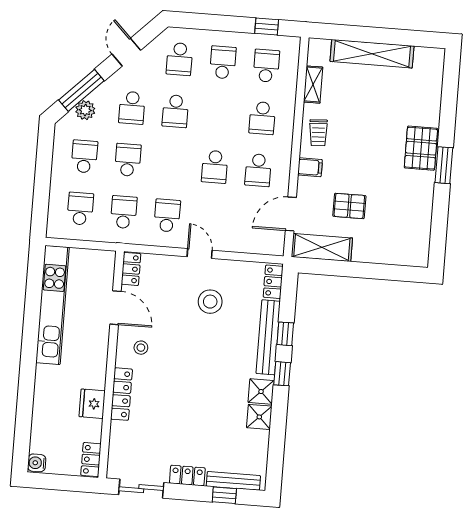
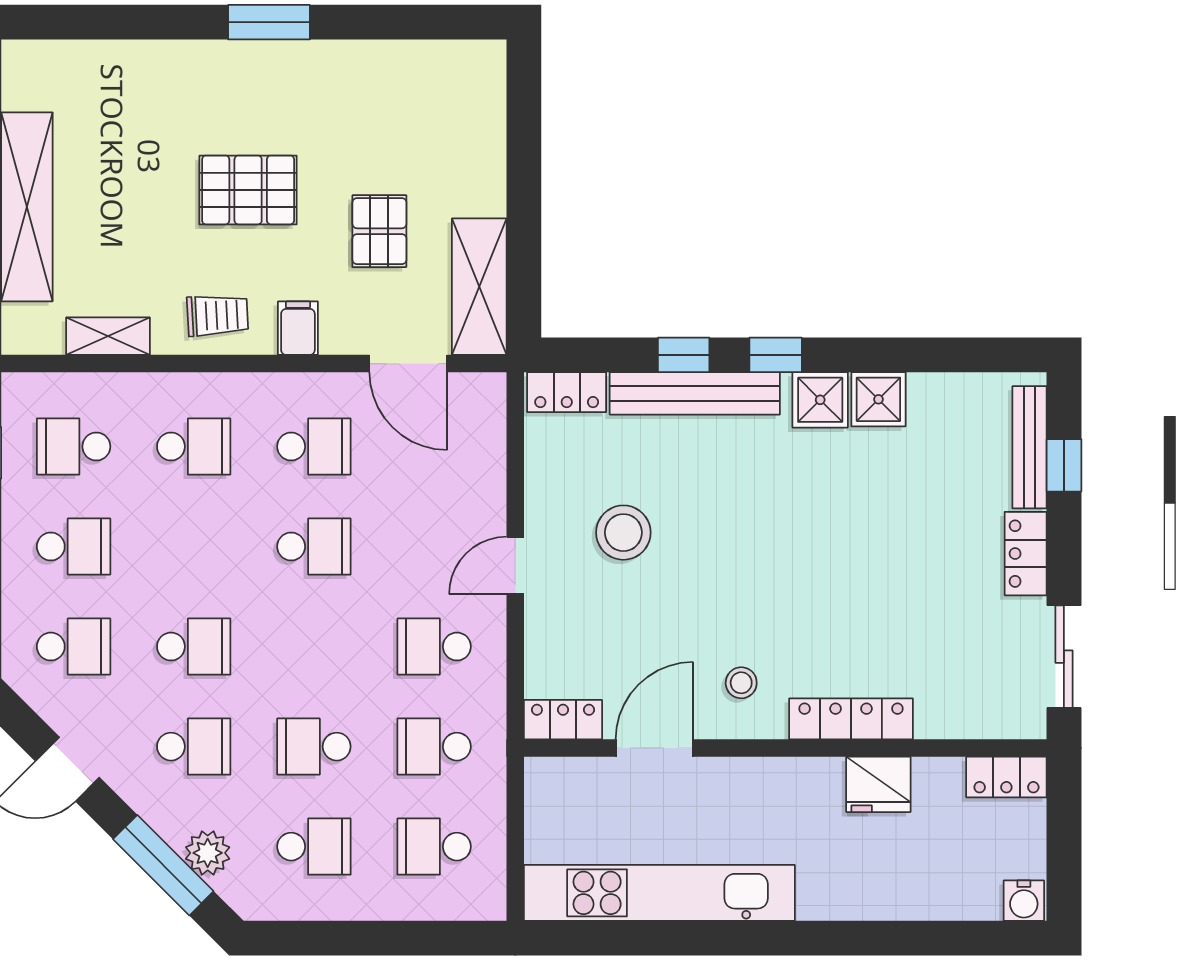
school desk: (223, 62) -> (74, 547), turned 180
pallet: (421, 148) -> (248, 190), moved
school desk: (84, 156) -> (314, 847), turned 180

